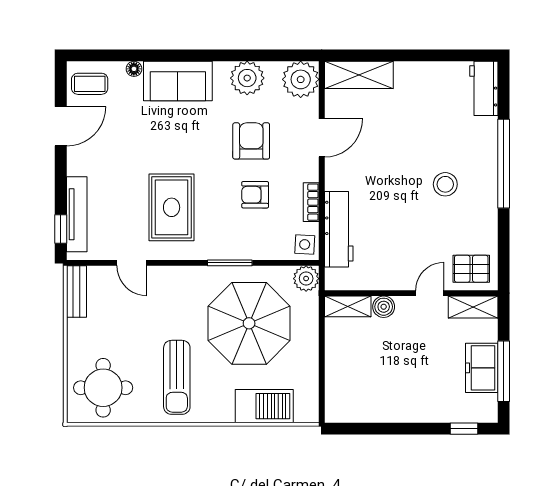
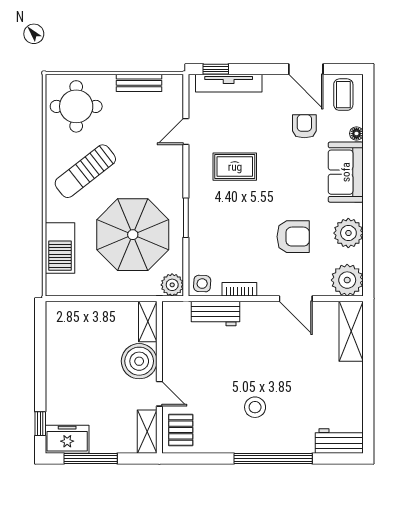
armchair: (255, 195) -> (304, 126), moved
rug: (172, 207) -> (235, 167), width x0.73, depth x0.70
workbench: (339, 229) -> (215, 313), width x0.73
bench: (76, 292) -> (139, 83), moved
boiler: (384, 307) -> (139, 361), width x1.86, depth x1.86
freezer: (482, 368) -> (67, 439), moved
sun lounger: (177, 377) -> (85, 171), turned -38

